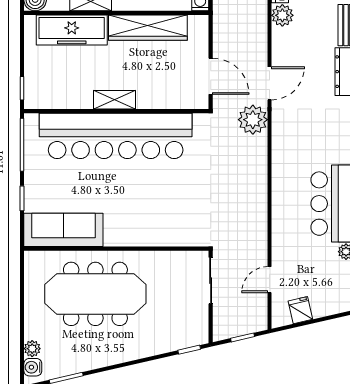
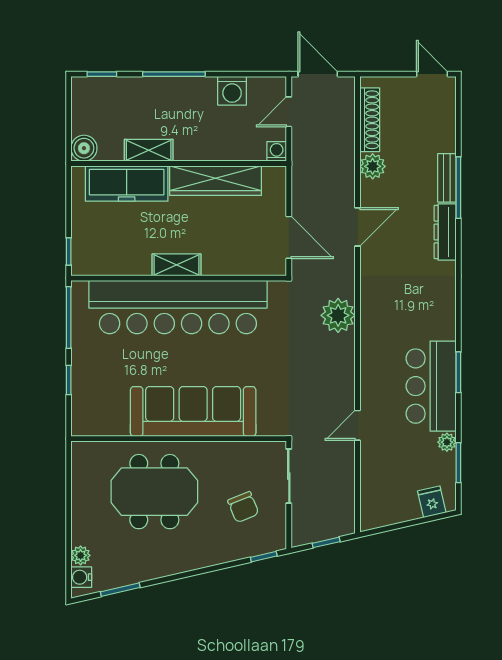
door: (269, 83) -> (358, 227), moved
plant: (253, 120) -> (338, 315), moved
sofa: (63, 230) -> (193, 411), moved, width x1.36, depth x1.27
door: (269, 280) -> (358, 425), moved
meeting table: (95, 294) -> (154, 492), width x0.73
chair: (172, 307) -> (243, 507), added
fridge: (300, 310) -> (432, 502), moved

